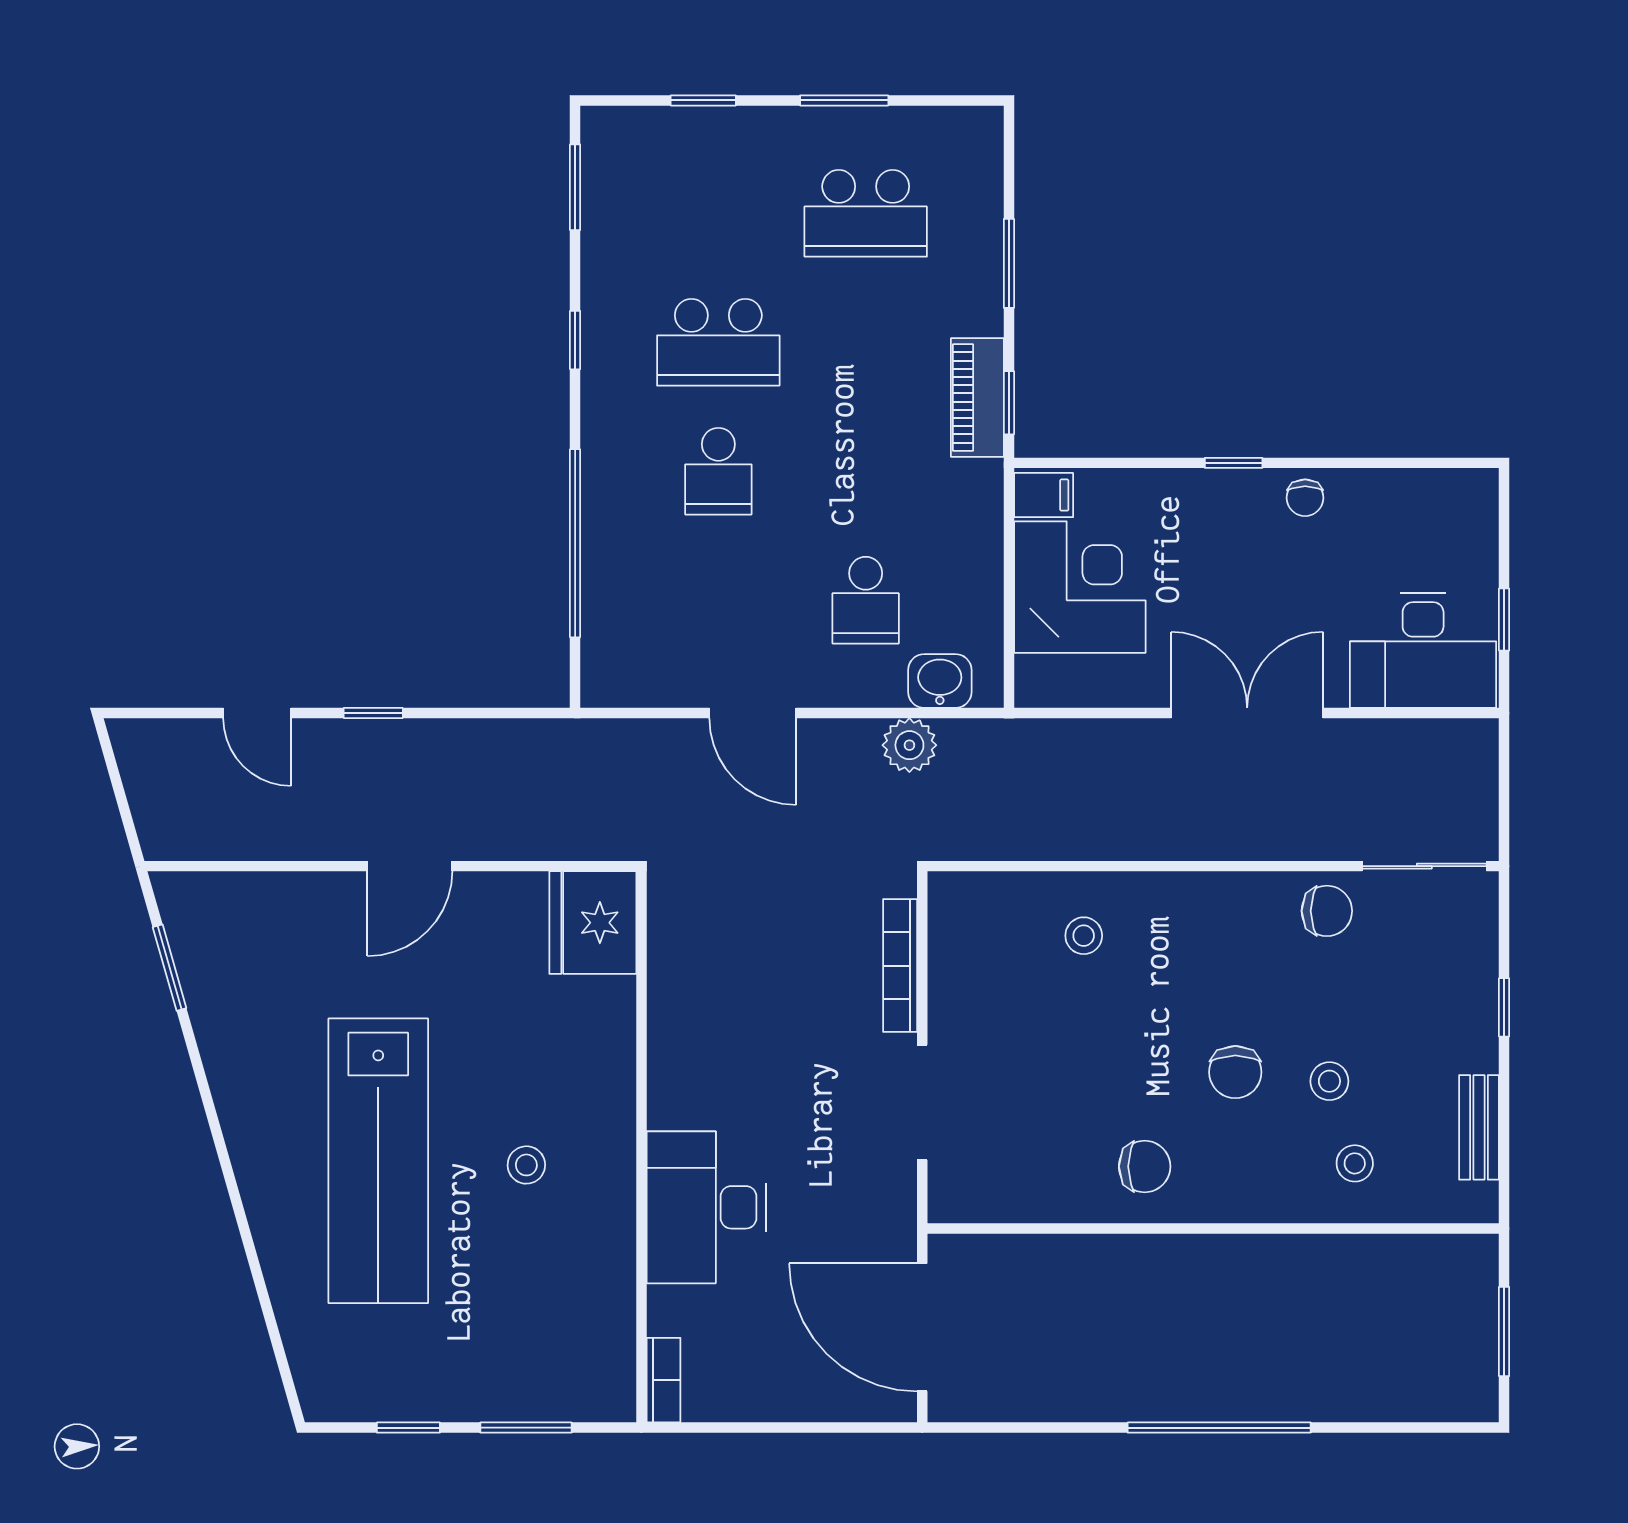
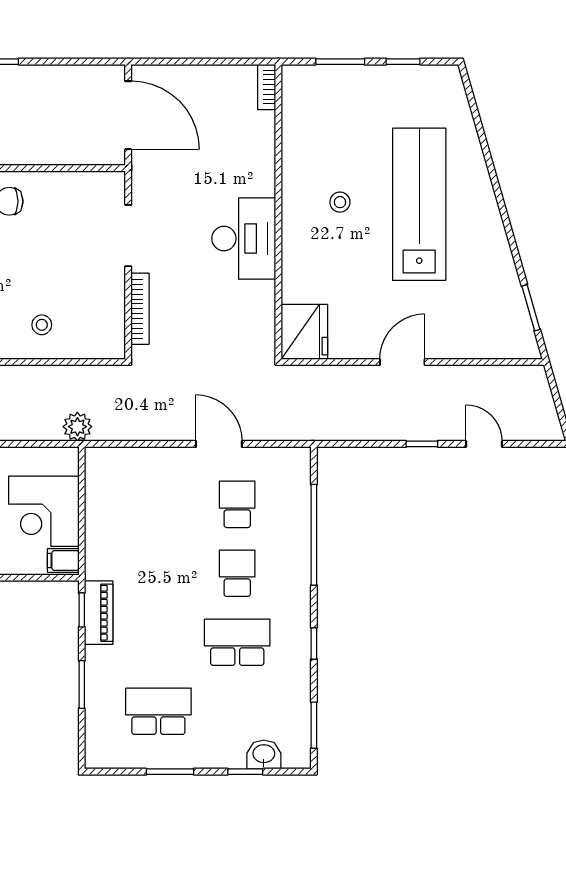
school desk: (866, 600) -> (237, 504), moved
washbasin: (940, 681) -> (264, 755), moved, turned 180
plant: (909, 745) -> (77, 427), moved
desk: (706, 1207) -> (244, 239), moved

